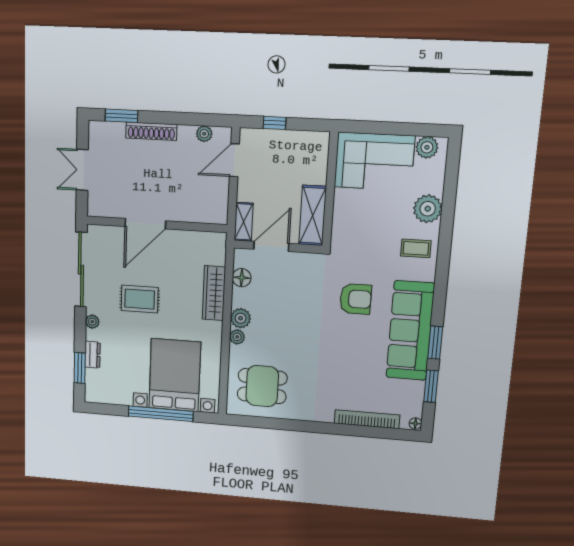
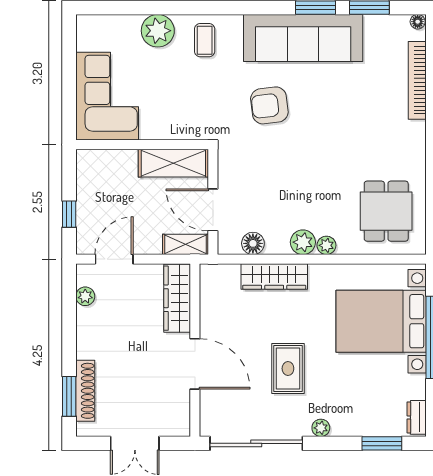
shoe rack: (151, 131) -> (85, 391), moved
plant: (427, 147) -> (88, 38), removed
door: (234, 160) -> (114, 259), swing flipped
wardrobe: (199, 212) -> (177, 298), added
armchair: (356, 299) -> (269, 105), turned -97
dresser: (92, 355) -> (417, 417), moved, turned -90

